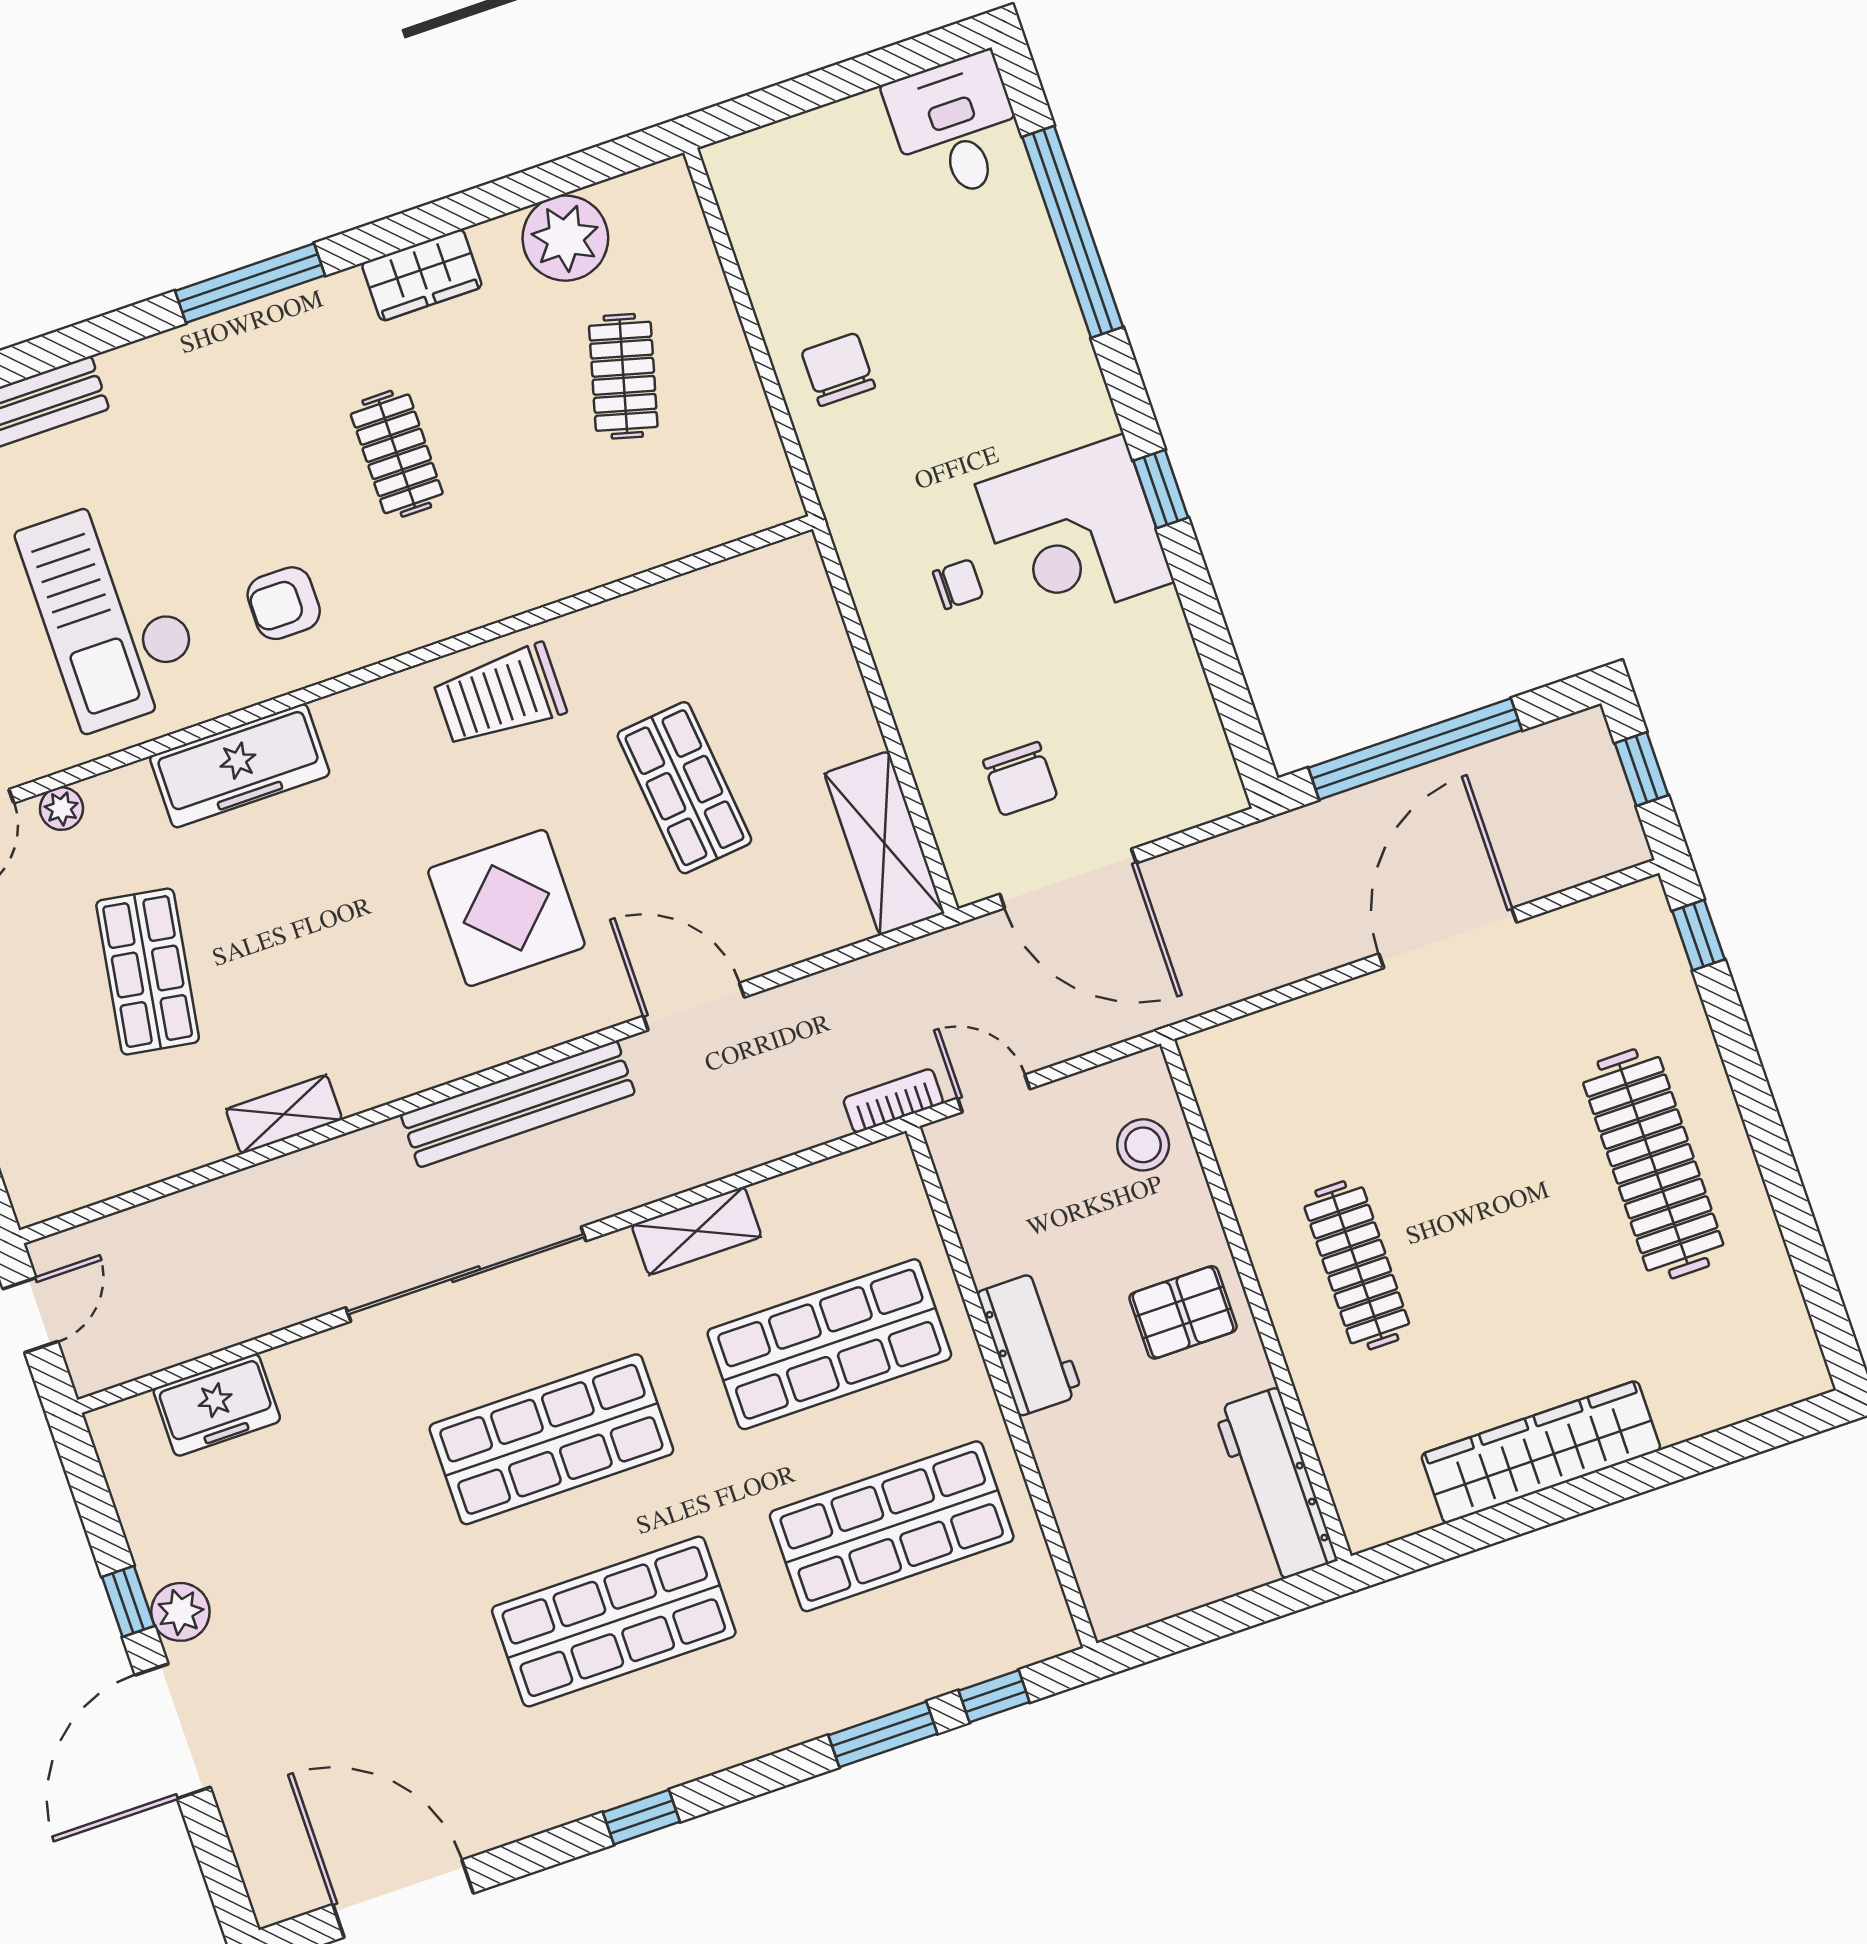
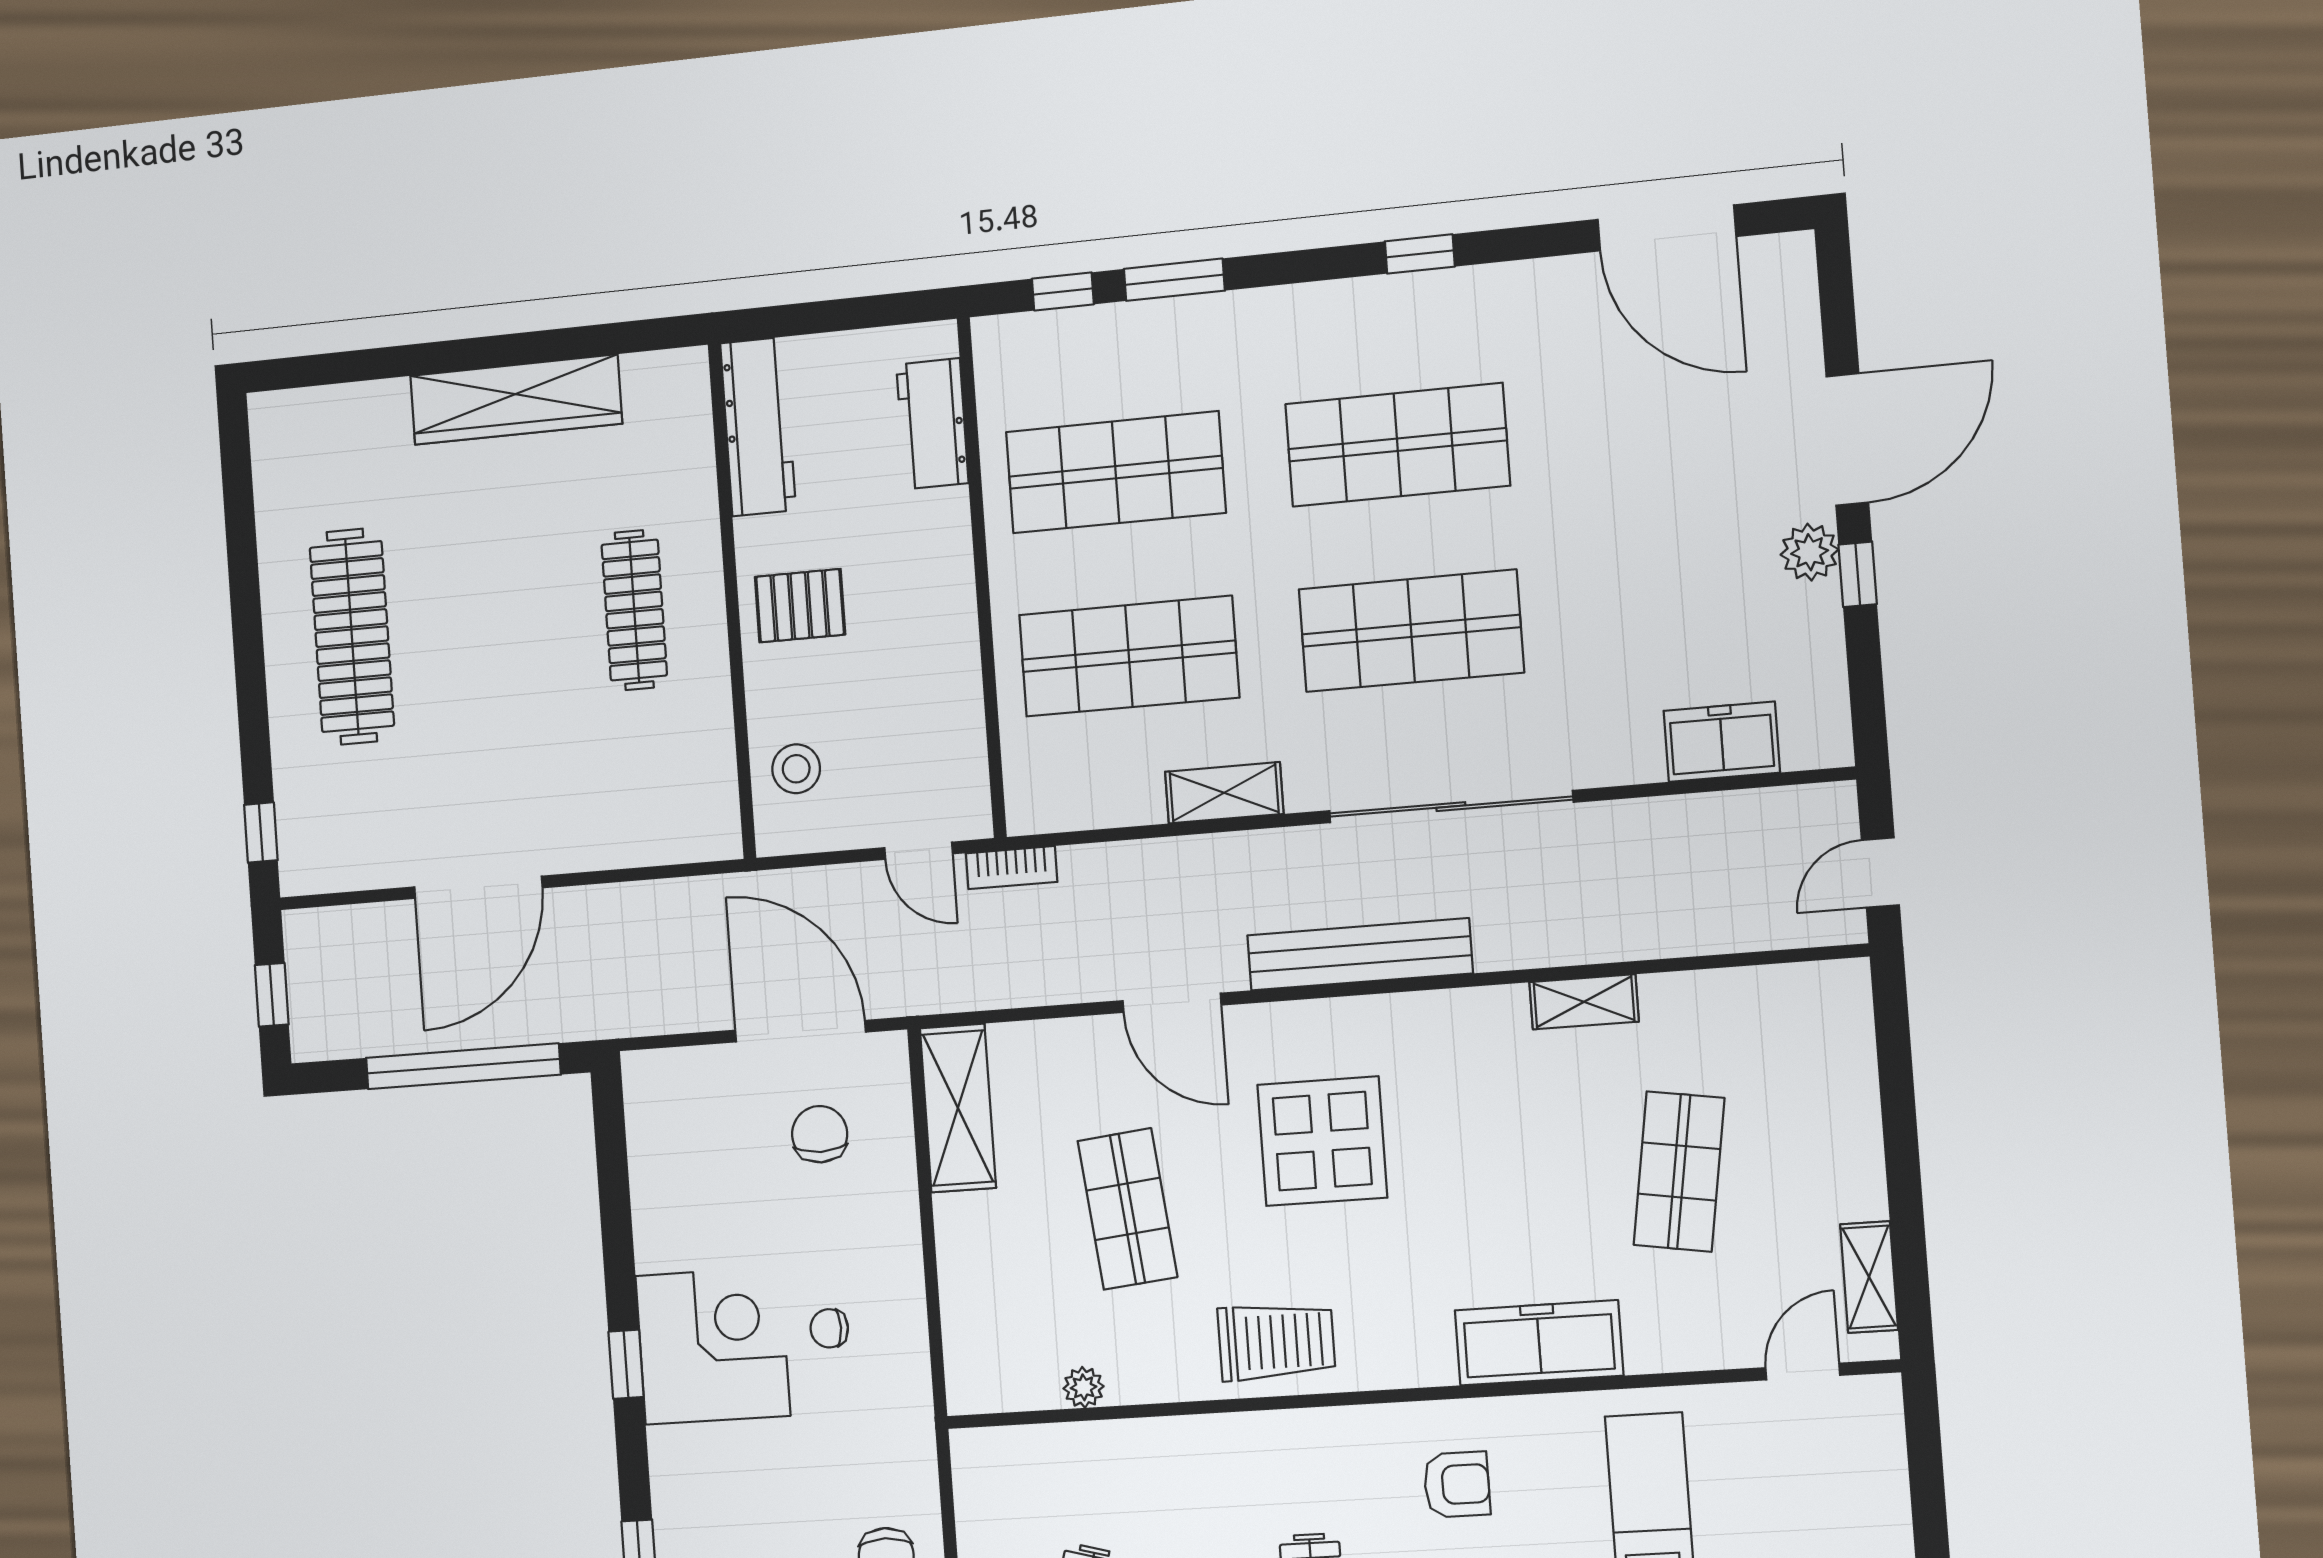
plant: (61, 809) -> (1084, 1387), moved
workbench: (1030, 1344) -> (932, 424), moved

